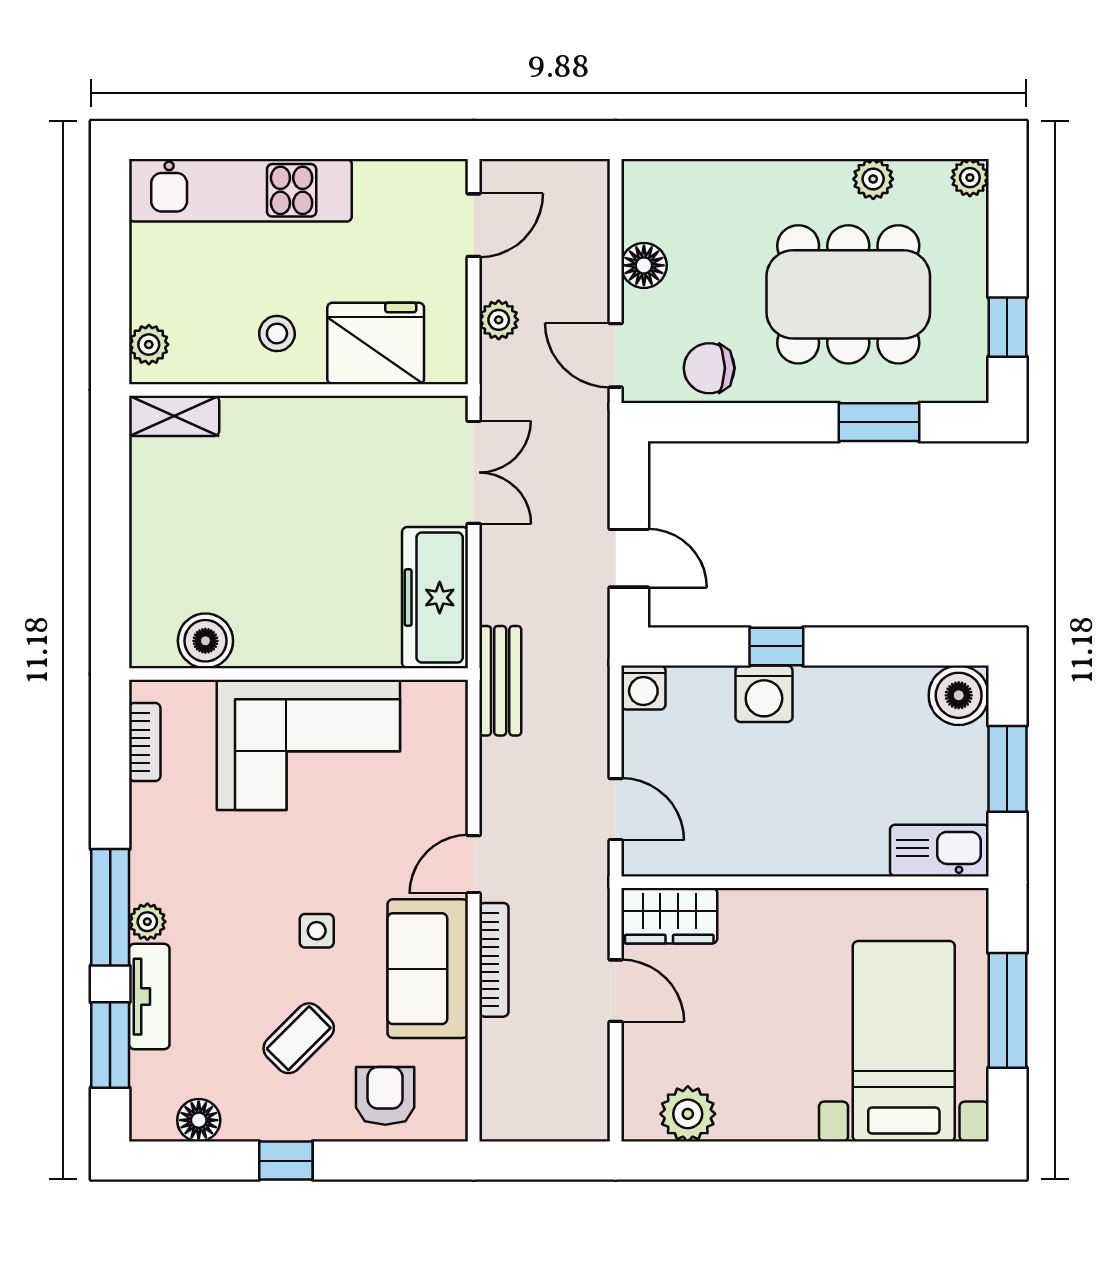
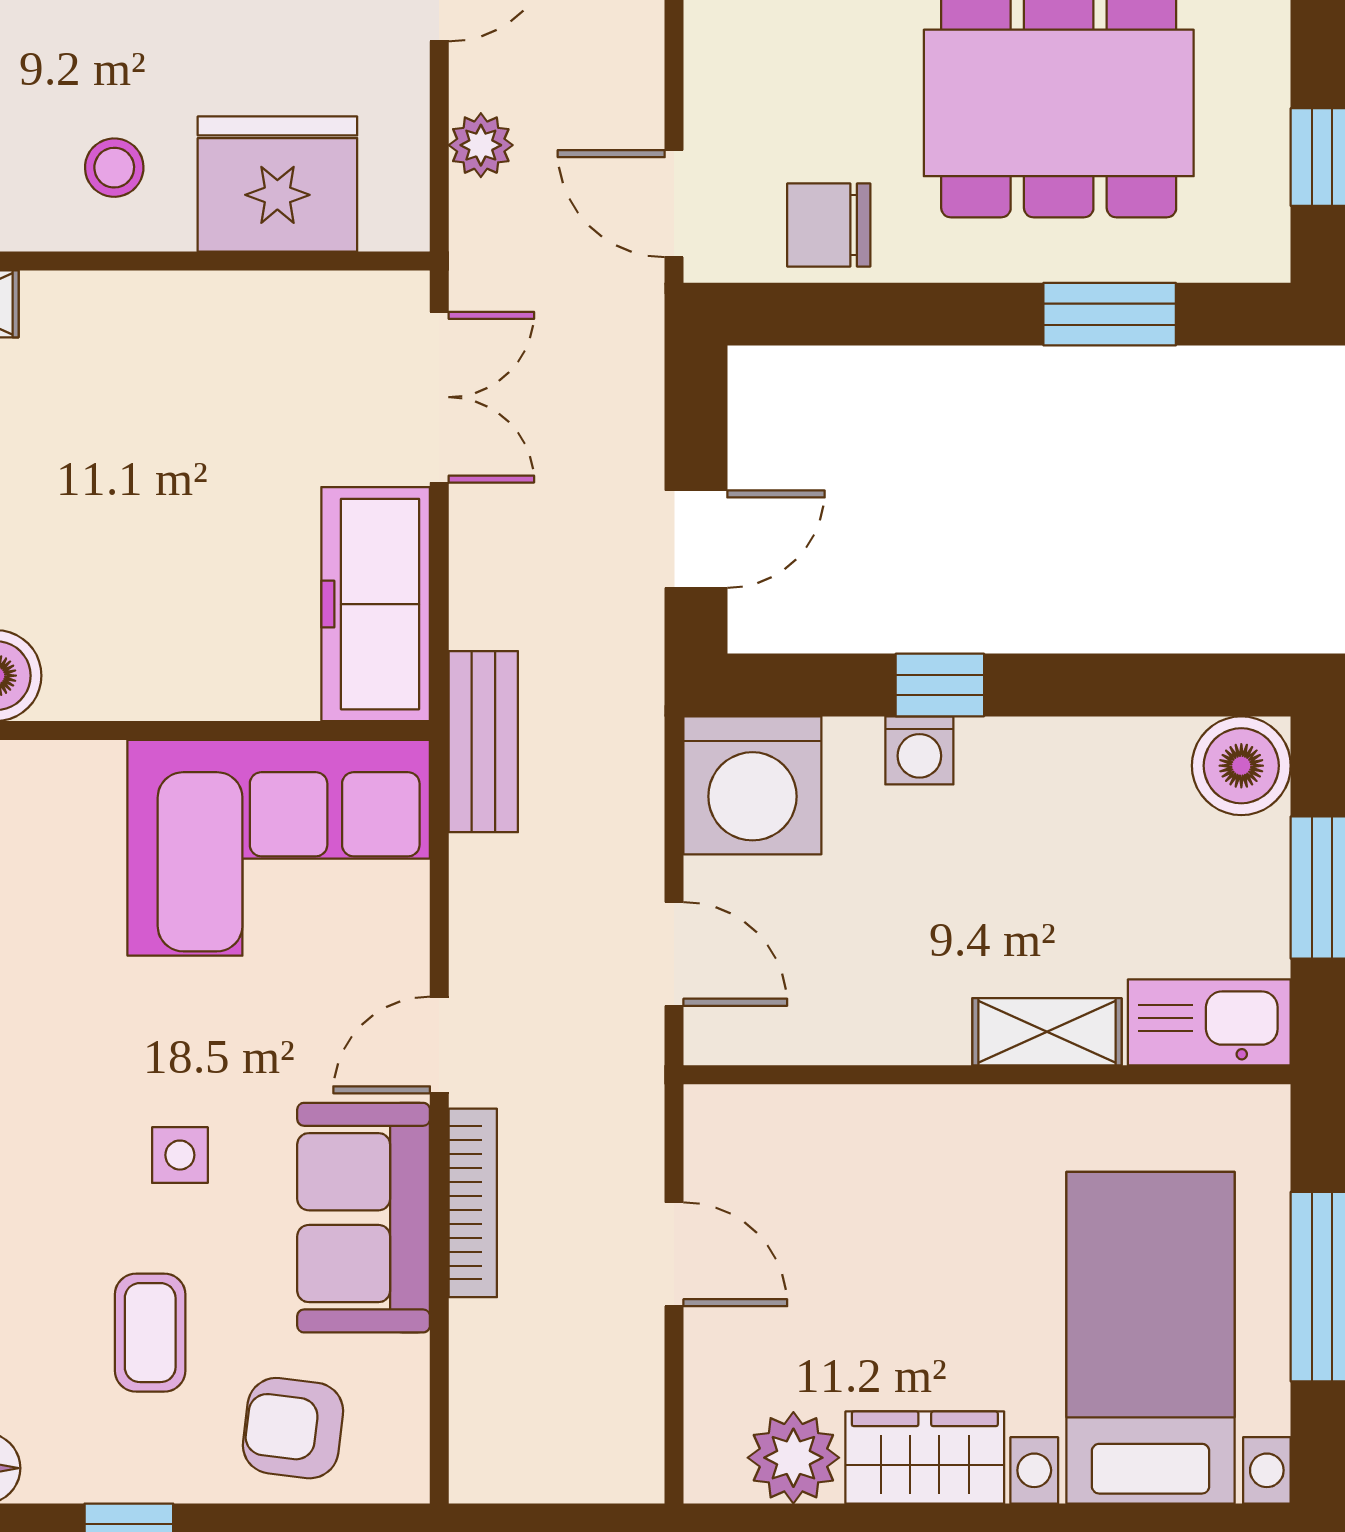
floor lamp: (644, 265) -> (721, 55), removed
door: (629, 558) -> (696, 539), hinge flipped
washing machine: (643, 688) -> (752, 785), width x1.89, depth x1.89
washing machine: (764, 694) -> (919, 750), width x0.73, depth x0.73
corner sofa: (308, 745) -> (279, 848), moved
shelving: (841, 856) -> (1047, 1032), added
wardrobe: (669, 916) -> (925, 1458), moved, turned 180
coffee table: (299, 1038) -> (150, 1333), turned -45
armchair: (385, 1096) -> (293, 1428), turned -83

